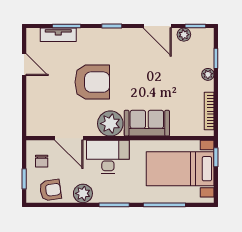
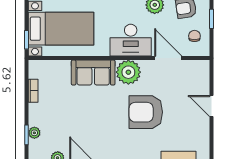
door: (24, 65) -> (211, 106), moved
plant: (208, 74) -> (34, 133), moved
bookcase: (209, 111) -> (33, 91), width x0.64

